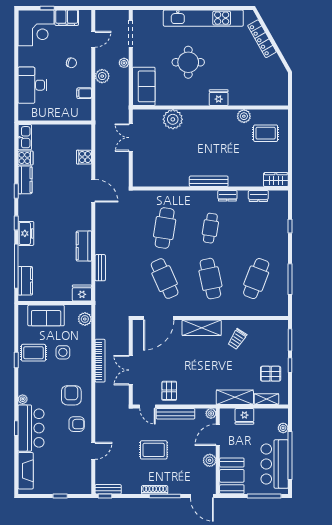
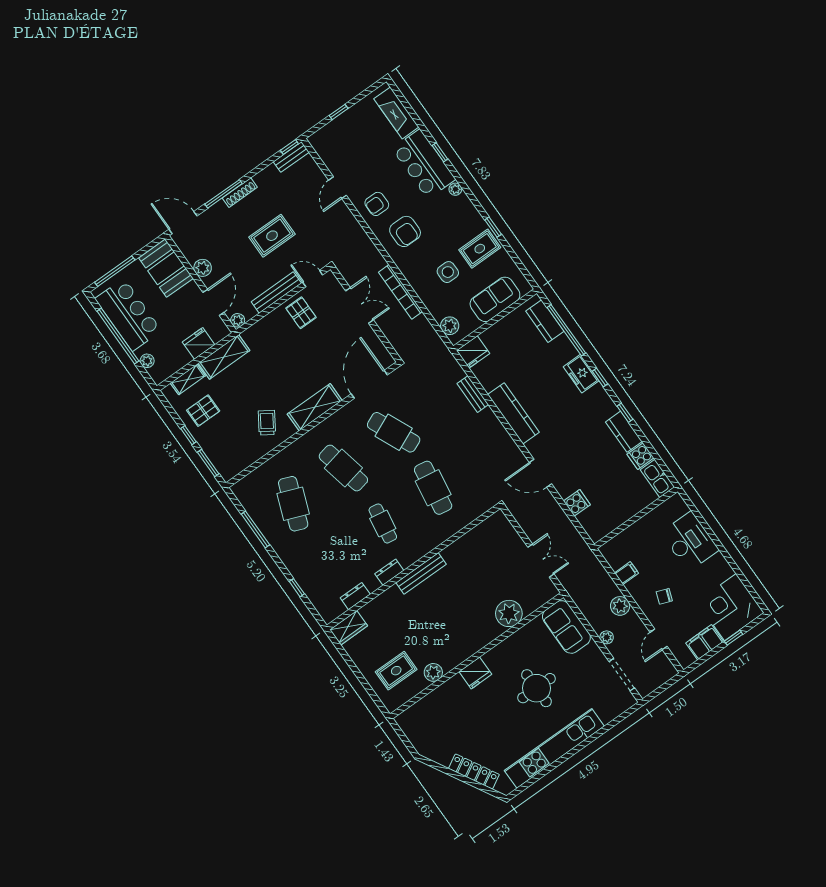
kitchen counter: (84, 246) -> (513, 413), width x1.50

